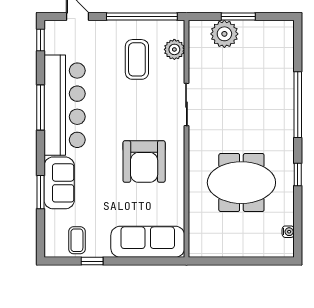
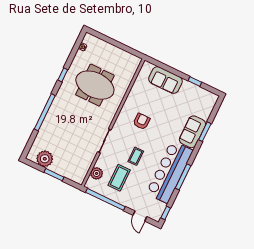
plant: (224, 34) -> (45, 159), moved
armchair: (144, 161) -> (142, 121), width x0.53, depth x0.53
coffee table: (77, 240) -> (136, 156), moved
sofa: (148, 242) -> (165, 80), width x0.73

